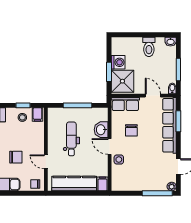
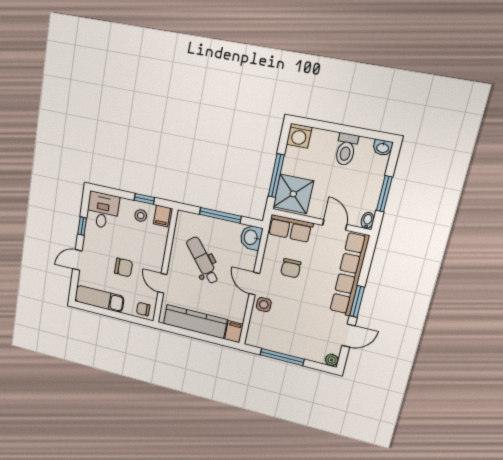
washing machine: (118, 62) -> (299, 136), moved, turned 90
window: (109, 72) -> (276, 176), width x1.44
window: (178, 121) -> (357, 301), moved
washbasin: (101, 130) -> (251, 237), moved
dental chair: (71, 139) -> (203, 260), turned -39
window: (157, 193) -> (282, 357), moved

